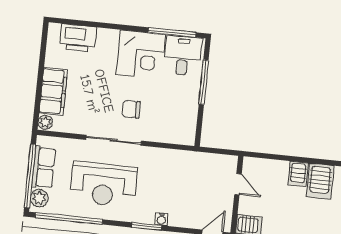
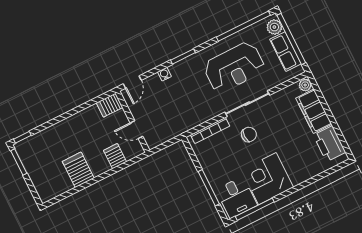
printer: (78, 38) -> (329, 144), moved, turned -90
bookcase: (167, 137) -> (210, 130), added
server rack: (298, 174) -> (115, 156), moved
reception desk: (104, 184) -> (234, 67), turned 180
water cooler: (161, 219) -> (164, 74), moved

